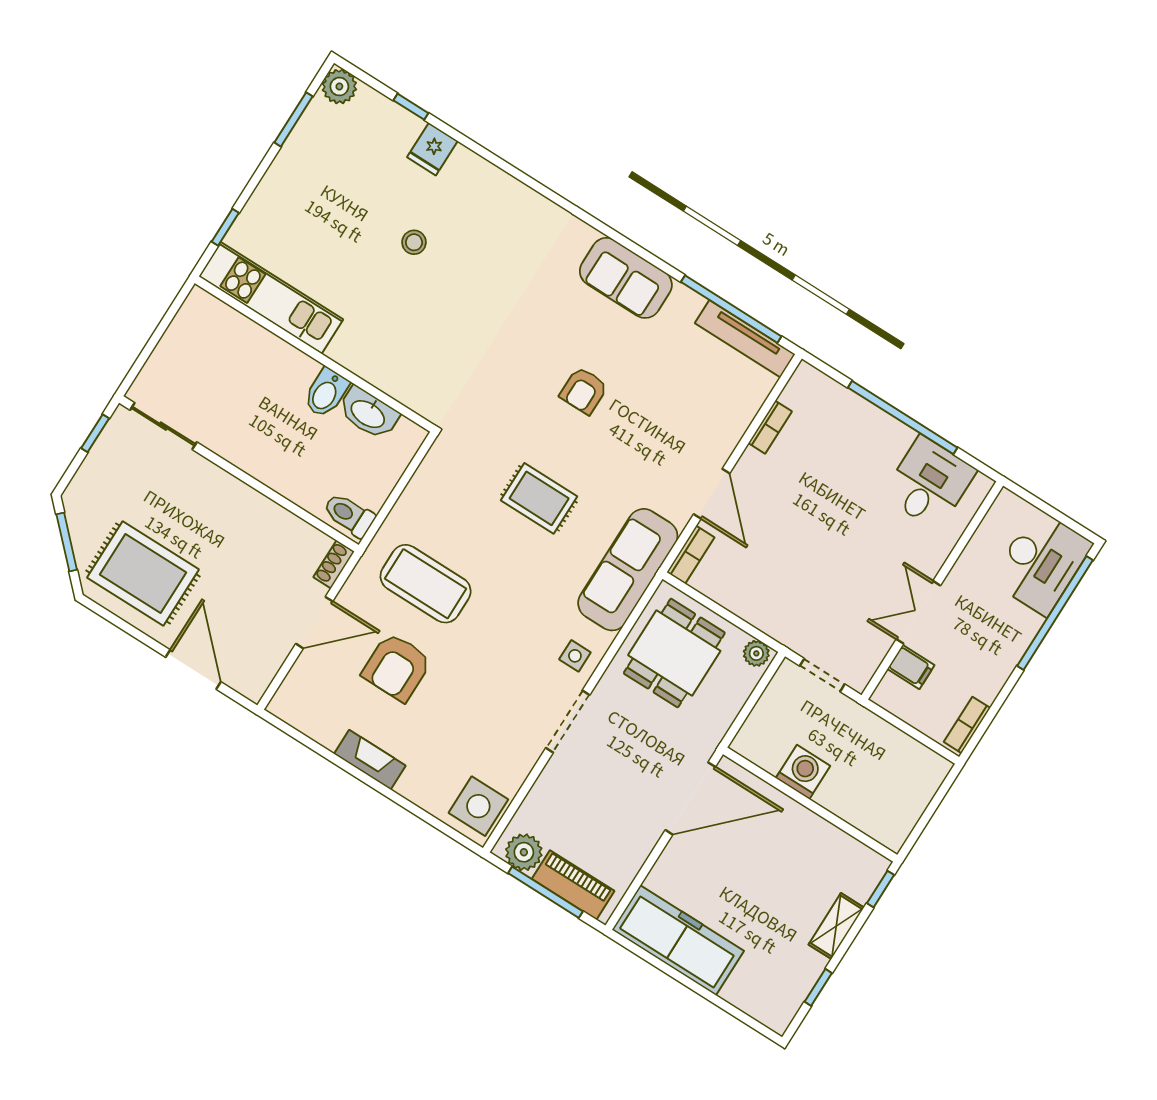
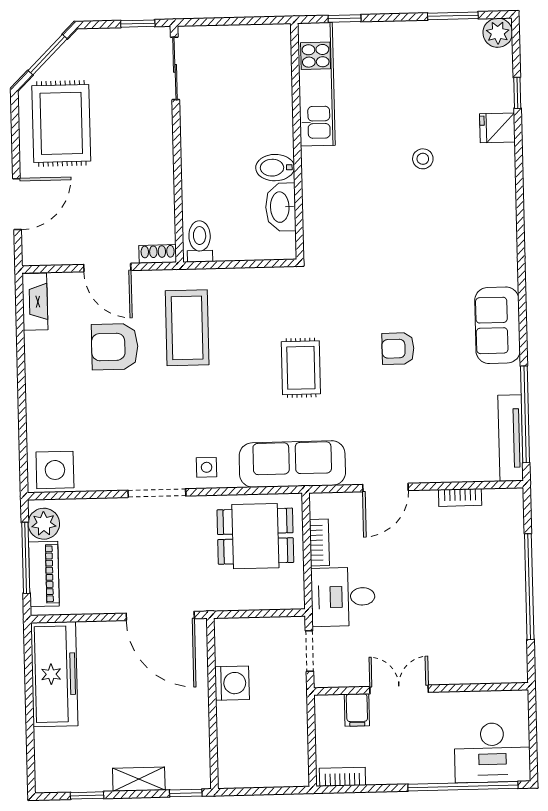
desk: (929, 483) -> (343, 597), moved, turned 180
bookcase: (691, 555) -> (319, 543), moved, turned -90
plant: (756, 653) -> (294, 594), removed
fireplace: (370, 760) -> (35, 302), moved

